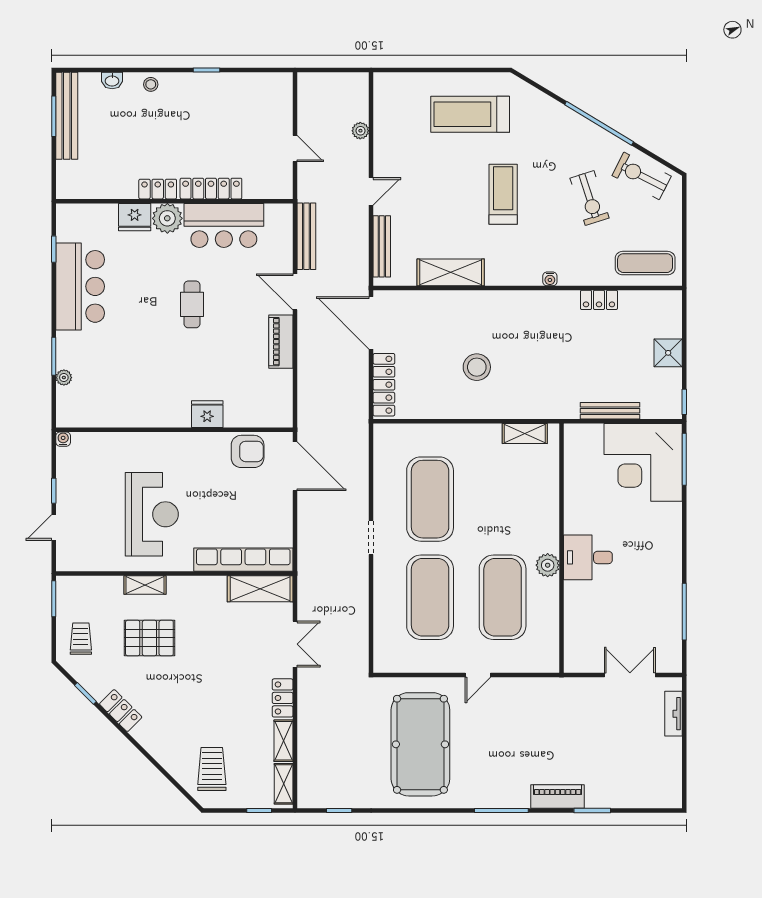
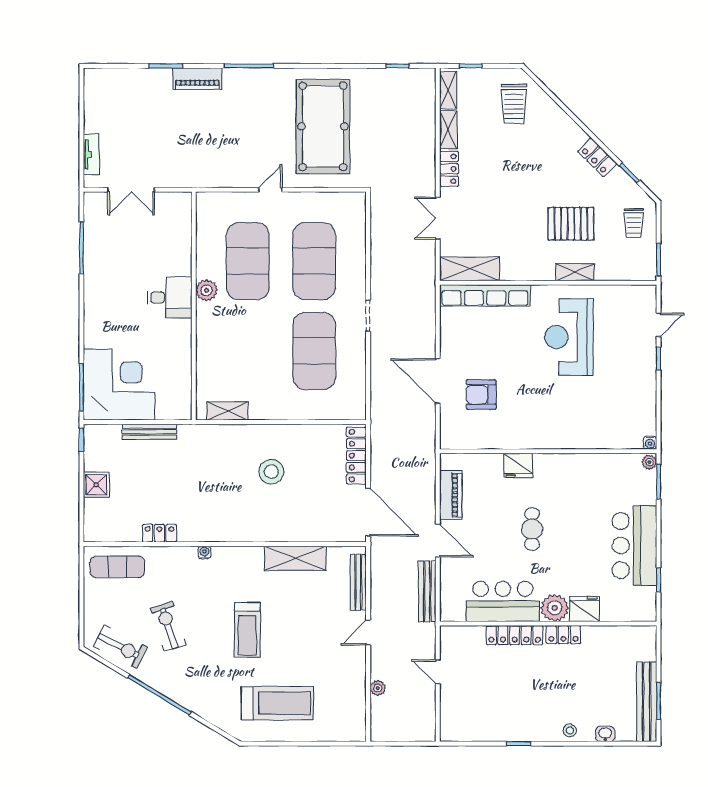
fridge: (207, 414) -> (518, 465), moved
wall: (174, 430) -> (548, 451), moved
water cooler: (63, 439) -> (650, 443), moved

